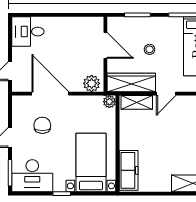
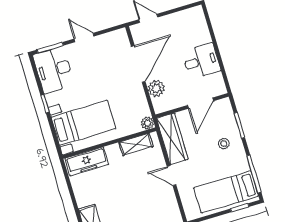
desk: (28, 32) -> (201, 61), moved, turned 90
stool: (150, 49) -> (224, 144), moved
plant: (92, 83) -> (156, 88), moved
shelving: (137, 102) -> (136, 144), moved, turned 90
chair: (42, 125) -> (105, 65), removed

